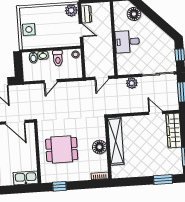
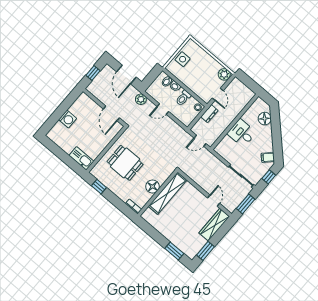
dresser: (86, 14) -> (209, 114), moved
filing cabinet: (165, 41) -> (268, 157), added
plant: (132, 83) -> (141, 99), moved

